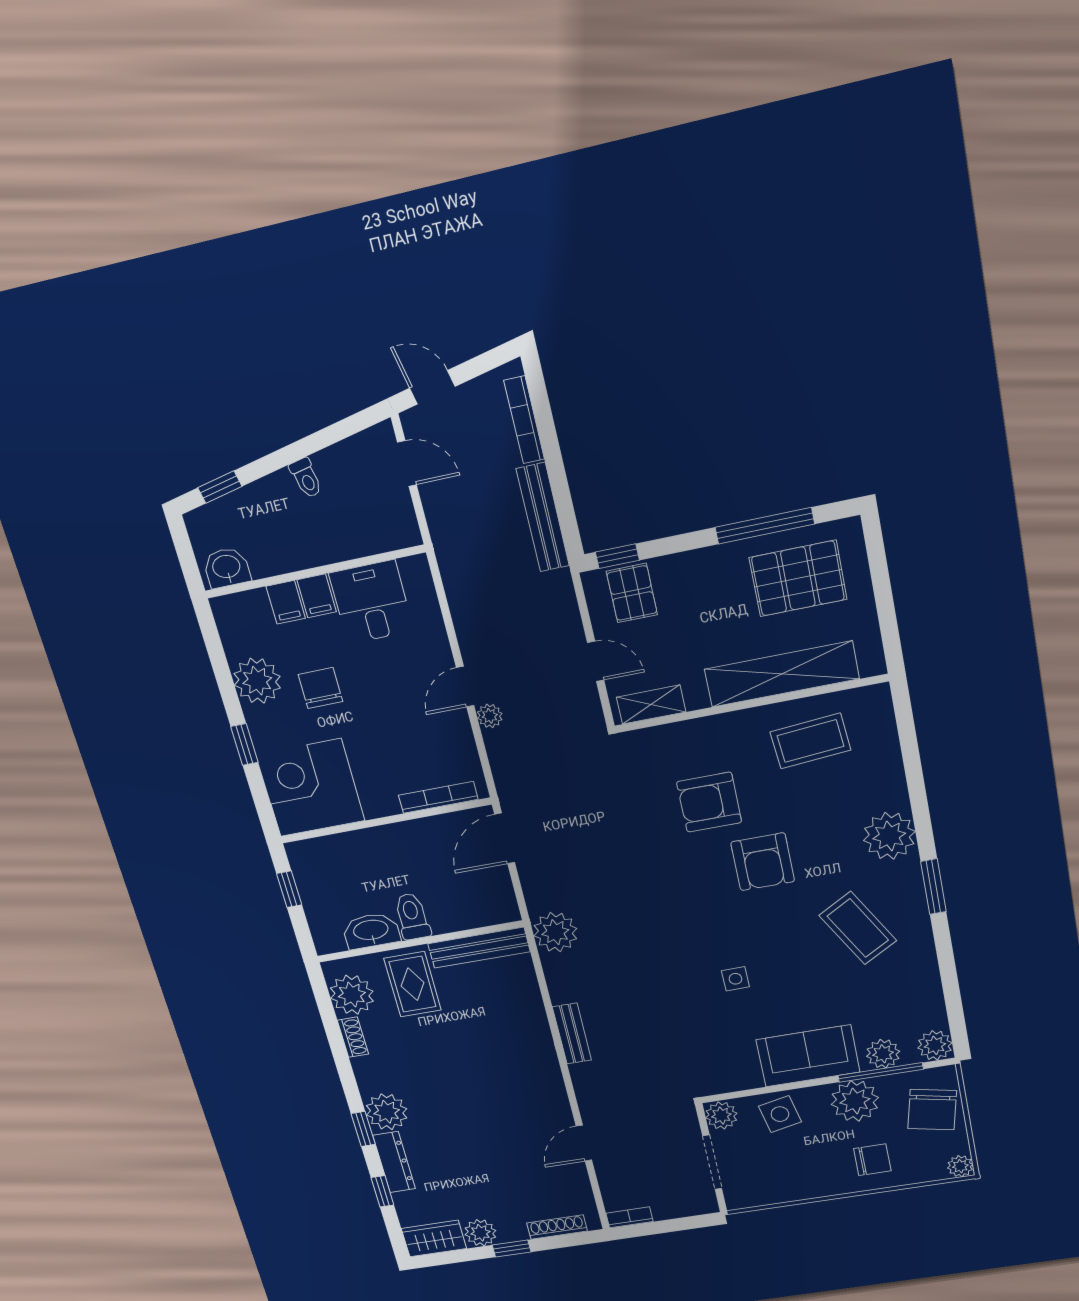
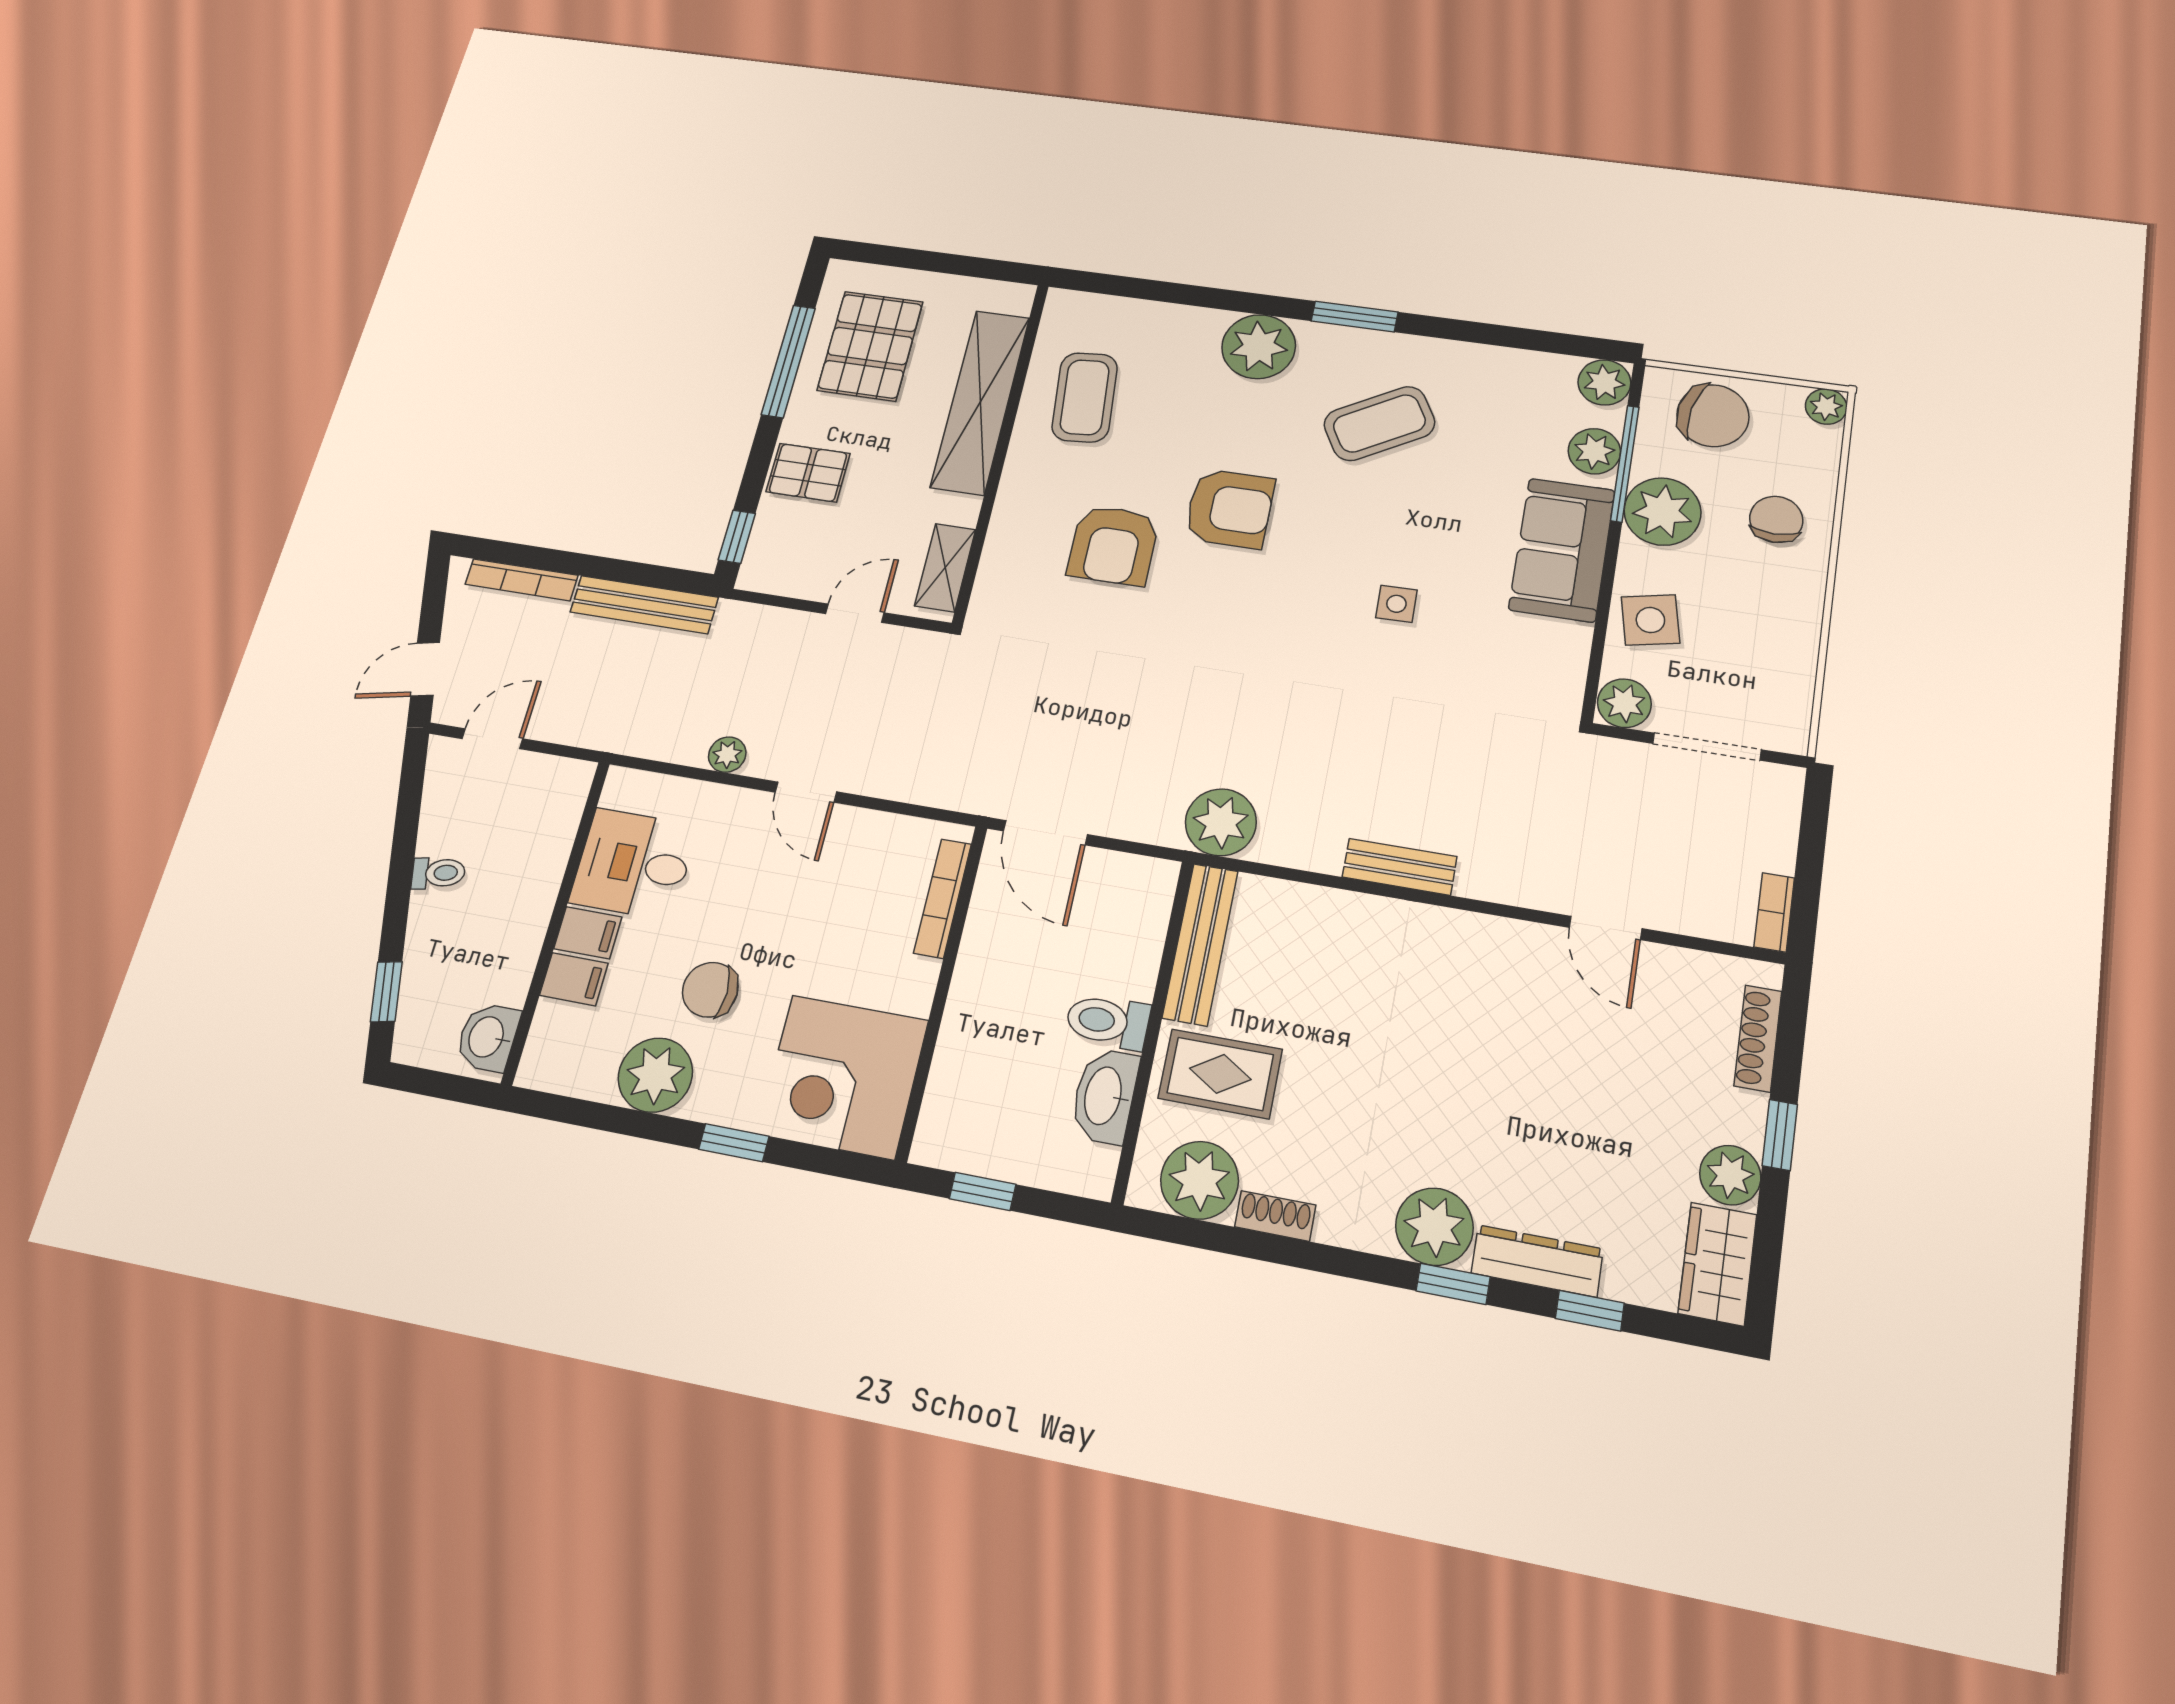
pallet: (632, 593) -> (808, 473), moved
plant: (490, 716) -> (727, 755), moved

